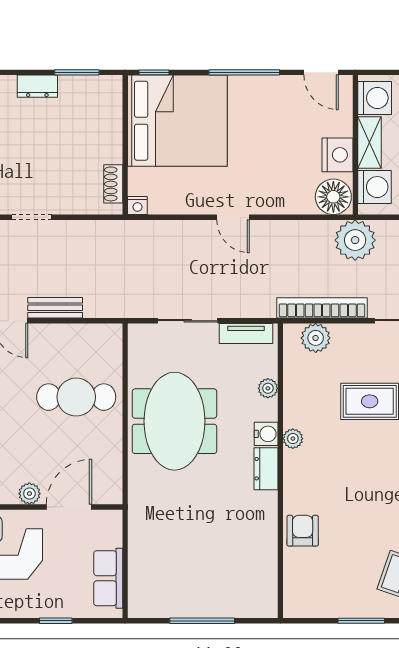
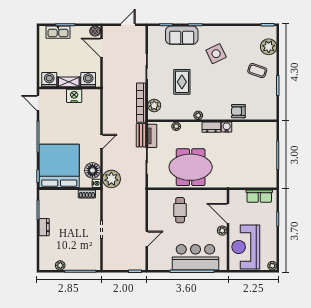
door: (321, 72) -> (38, 103), swing flipped
floor lamp: (333, 197) -> (92, 170), moved
plant: (355, 240) -> (111, 179), moved
bench: (55, 308) -> (141, 135), moved
cafe table: (76, 397) -> (180, 210), width x0.73, depth x0.74
water cooler: (266, 434) -> (227, 127), moved

